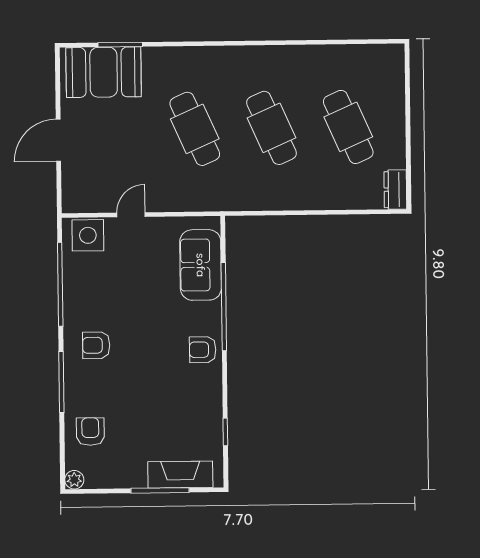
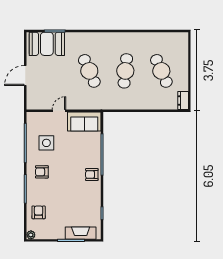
cafe table: (271, 128) -> (125, 71), turned 30
side table: (88, 235) -> (46, 143), moved
sofa: (201, 265) -> (84, 122), moved, turned -90

